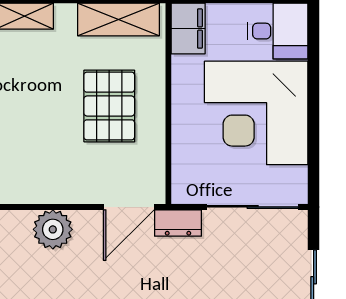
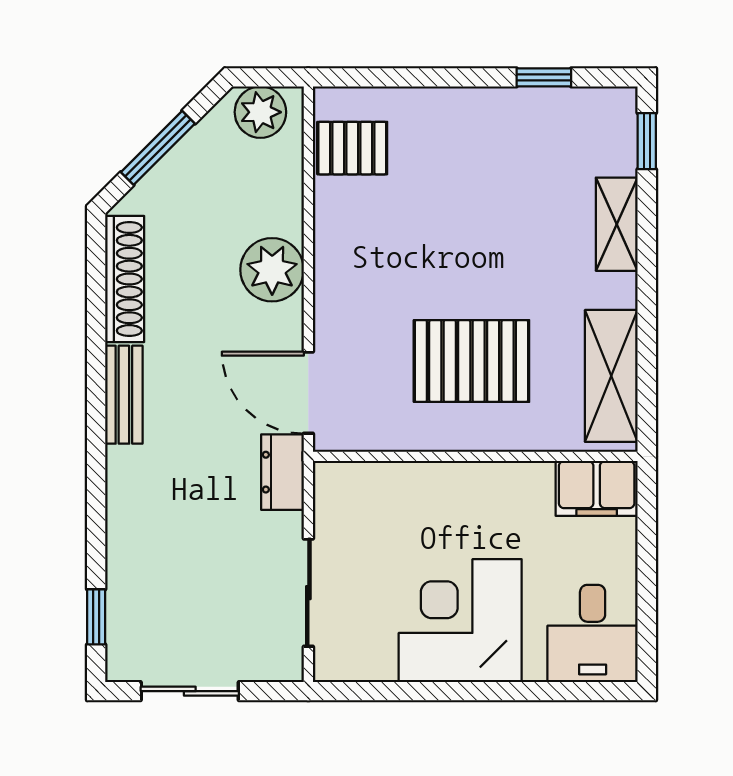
corner desk: (256, 113) -> (460, 621), width x0.74, depth x0.74
sliding door: (253, 207) -> (308, 593), width x0.73

